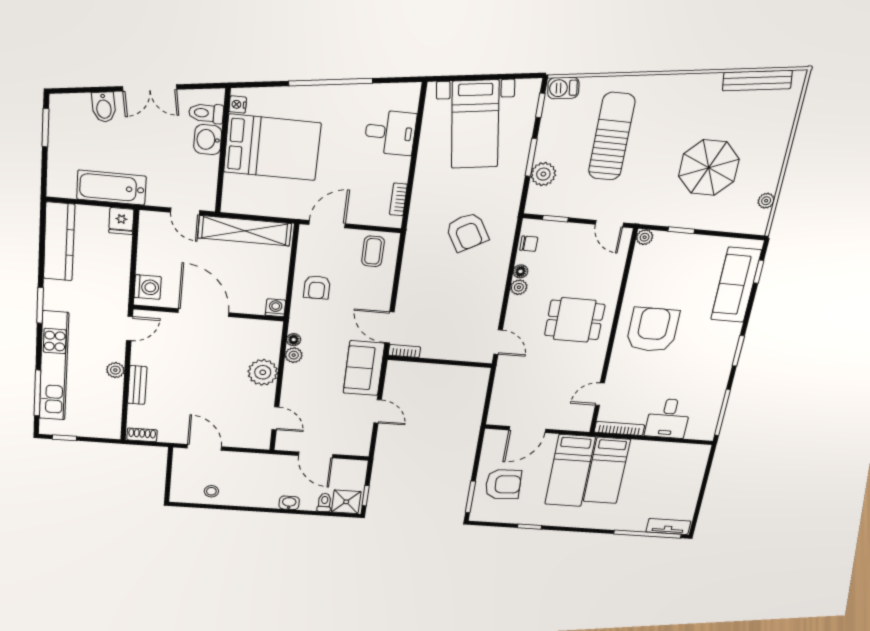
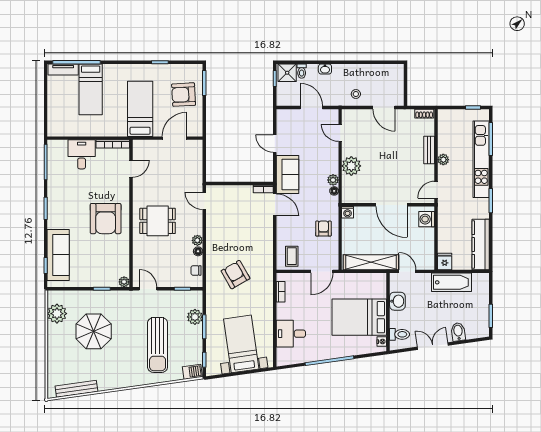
washbasin: (208, 140) -> (397, 301), moved
plant: (766, 201) -> (57, 314), width x1.88, depth x1.88
bed: (607, 470) -> (91, 89), moved, turned 180
stool: (211, 491) -> (356, 94), moved

